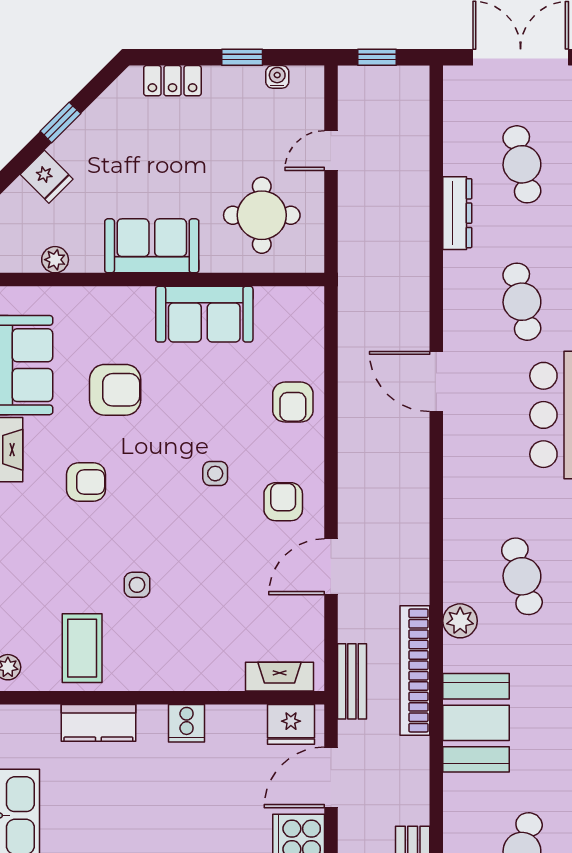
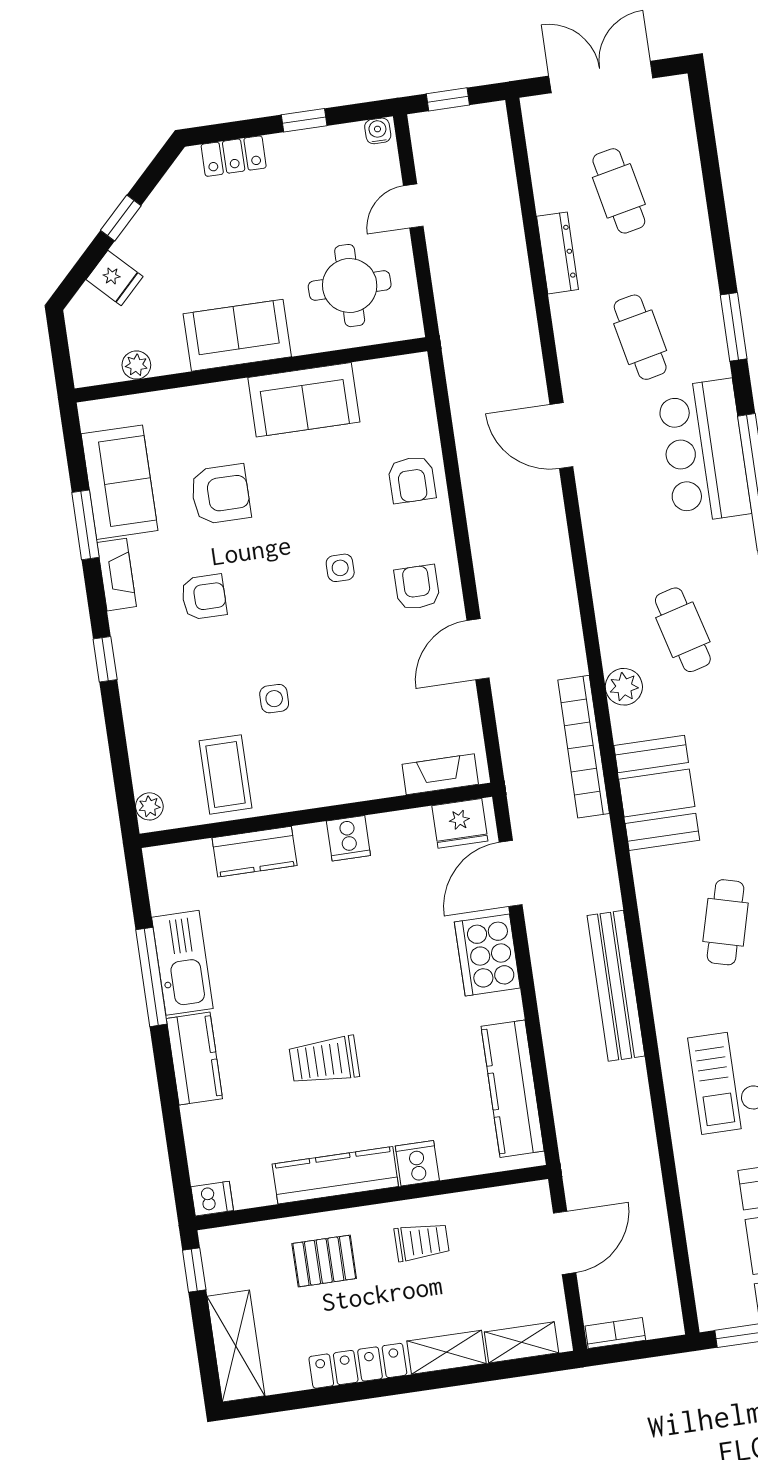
water cooler: (277, 77) -> (378, 131), moved
bench: (352, 681) -> (518, 768), removed

